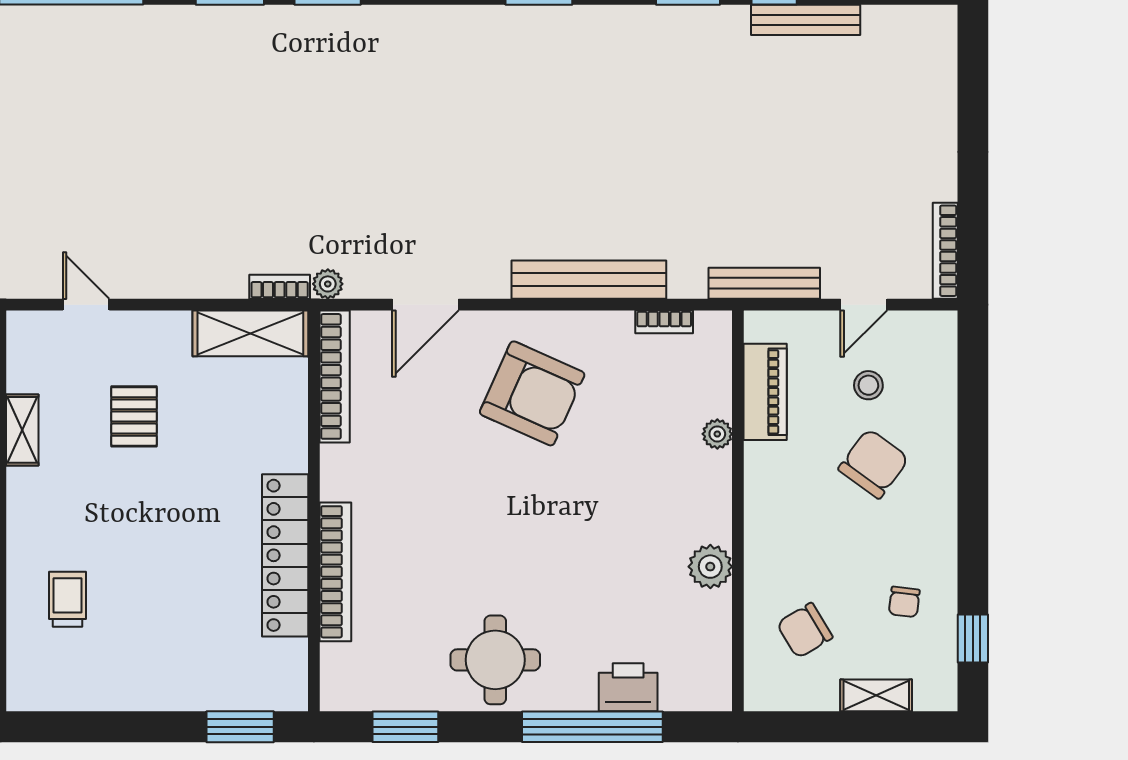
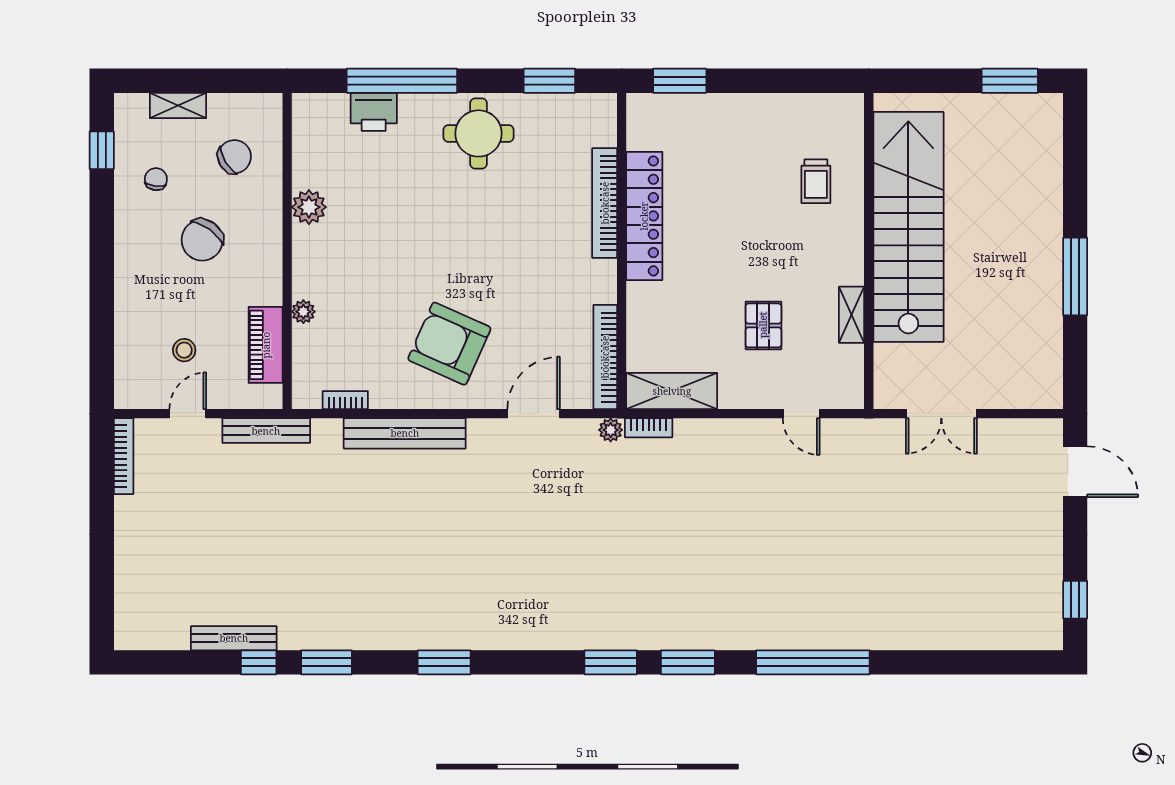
chair: (874, 464) -> (202, 240), moved

